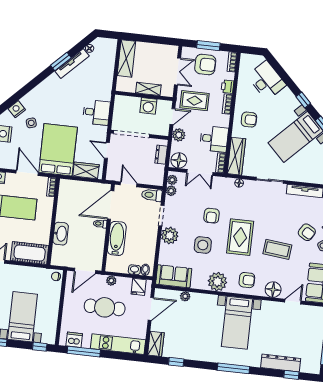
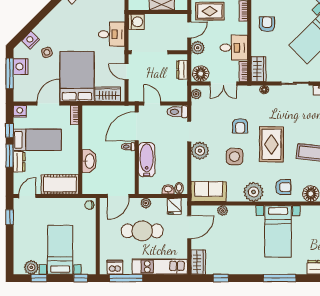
washing machine: (148, 106) -> (136, 22), moved, turned -90
armchair: (249, 120) -> (267, 24), turned -90
wardrobe: (236, 156) -> (258, 69), width x0.67
door: (27, 173) -> (48, 103), hinge flipped
plant: (171, 191) -> (196, 105), removed

